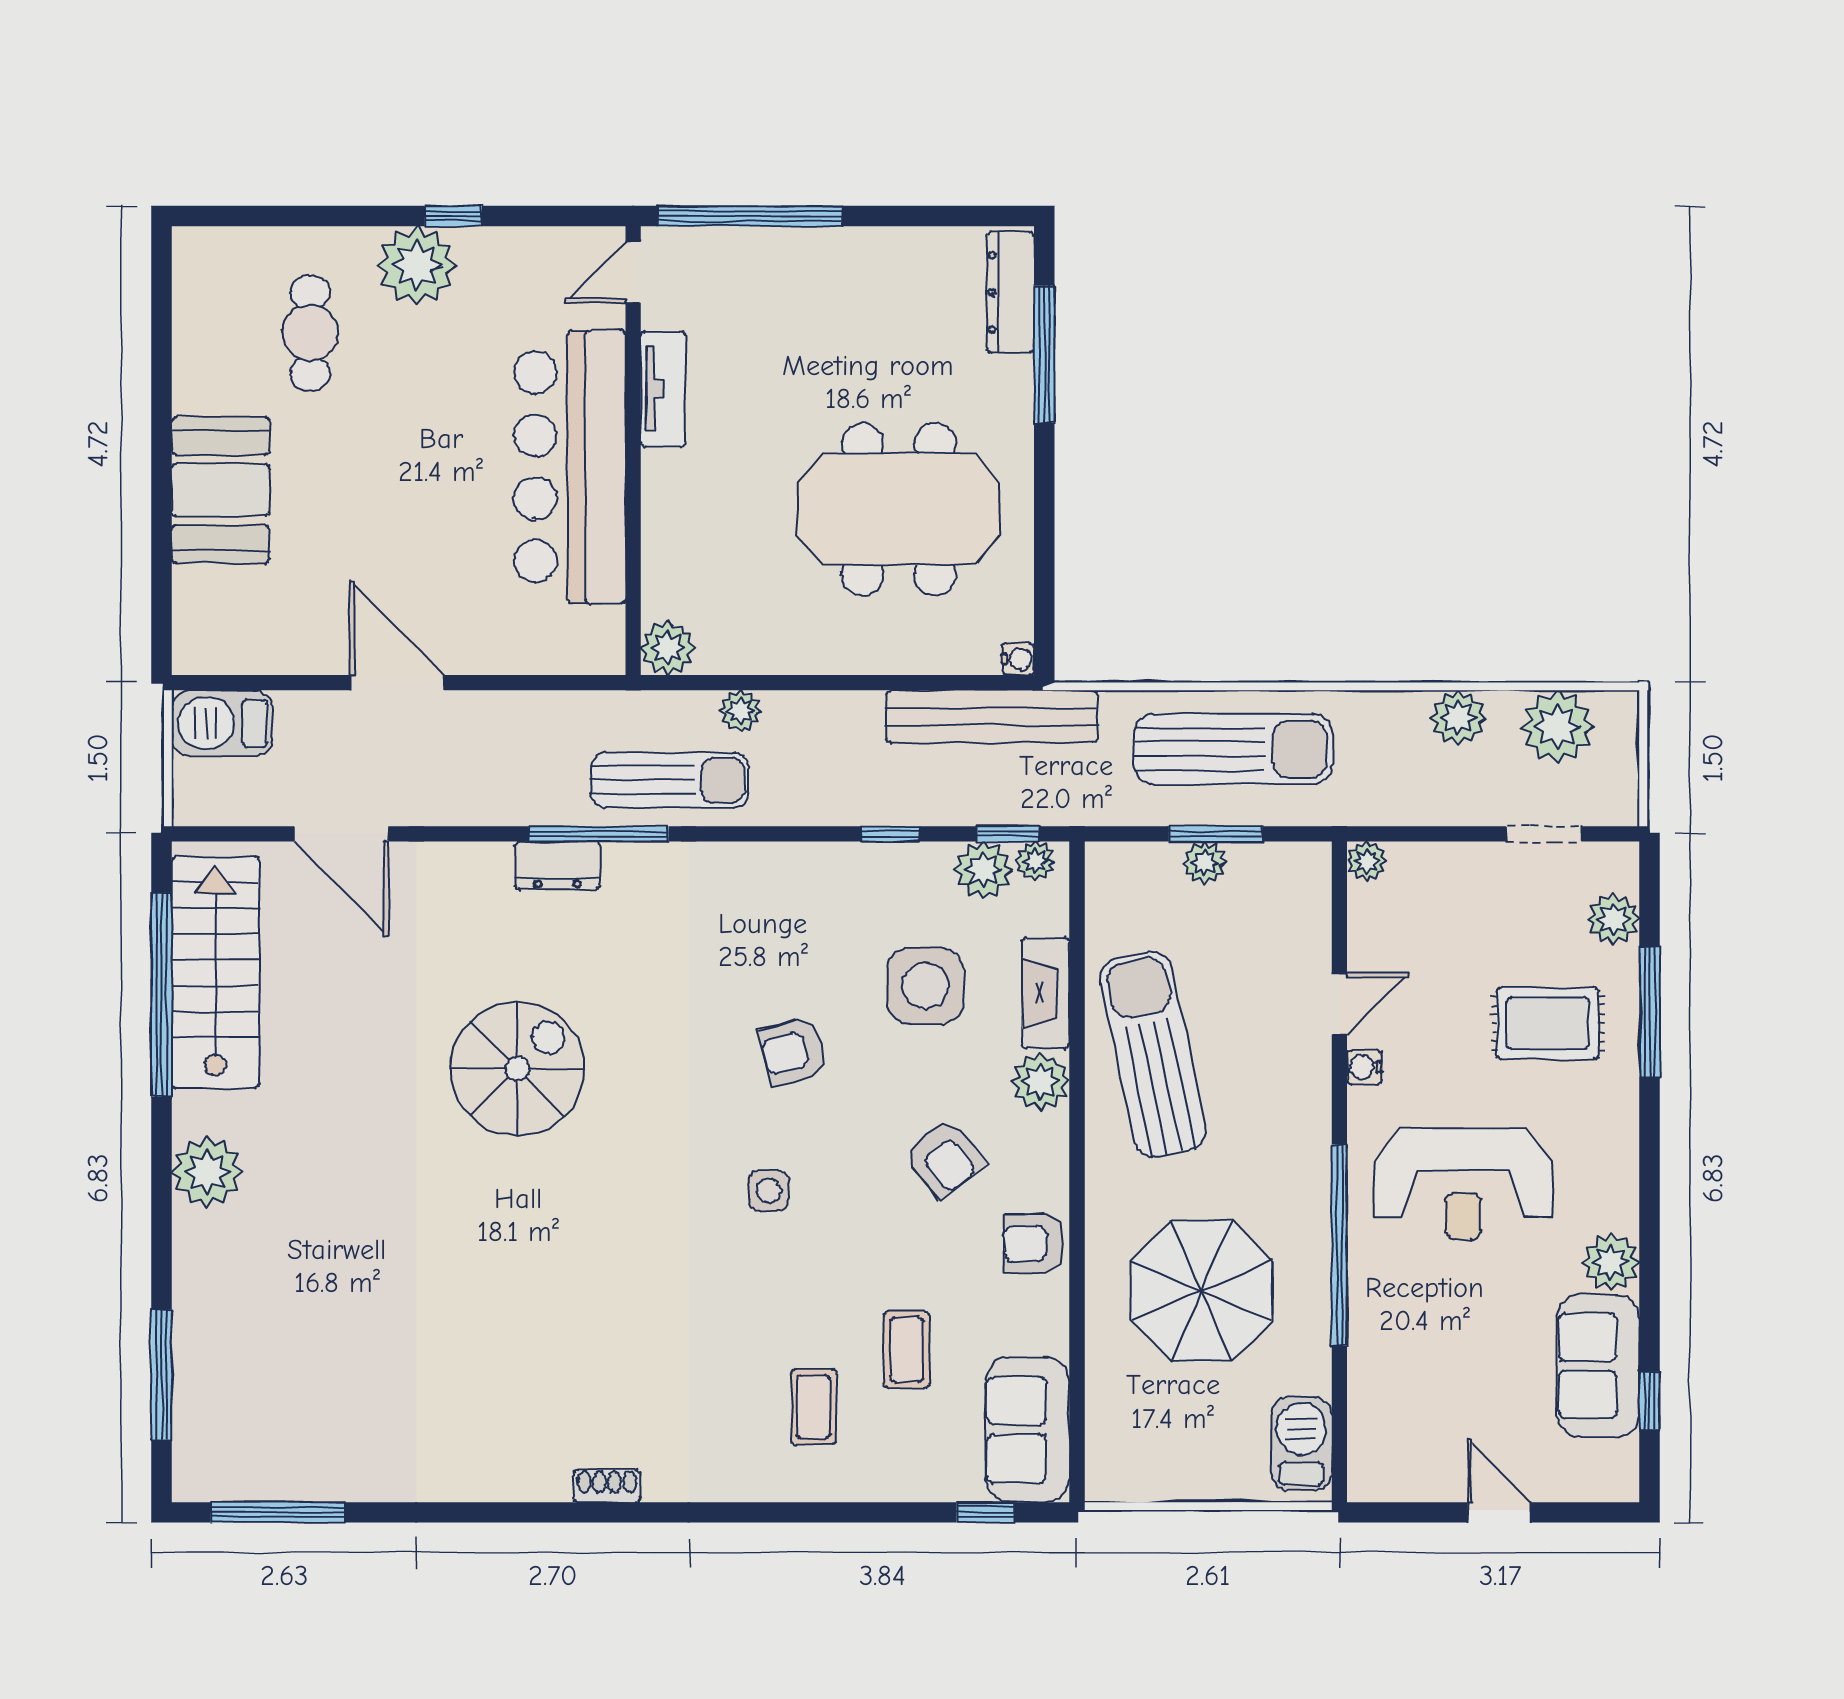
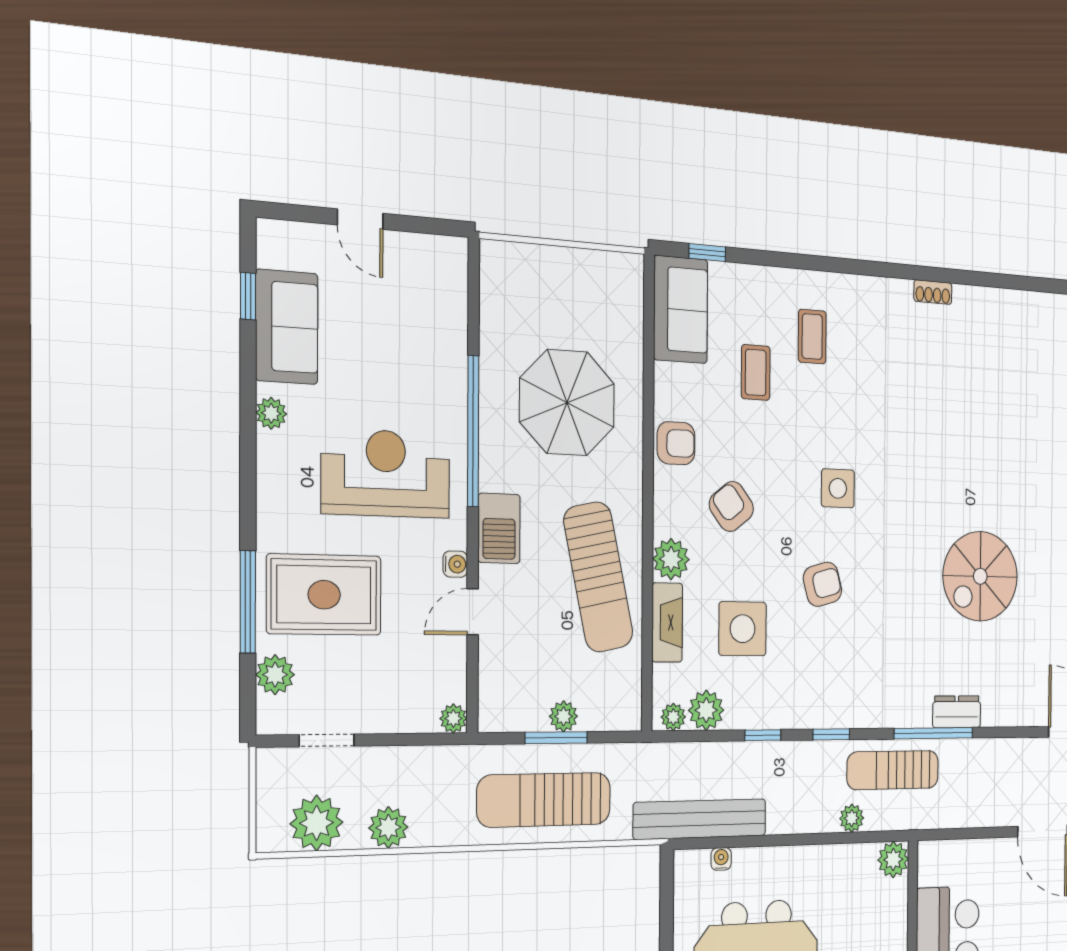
water cooler: (1018, 659) -> (721, 859), moved, turned 90
window: (1008, 834) -> (831, 734), moved
rug: (1548, 1023) -> (324, 595), width x1.36, depth x1.43
side table: (769, 1191) -> (838, 488), width x1.37, depth x1.37
plant: (1611, 1262) -> (271, 413), width x0.73, depth x0.73
barbecue: (1301, 1444) -> (499, 528), moved

